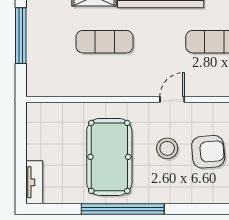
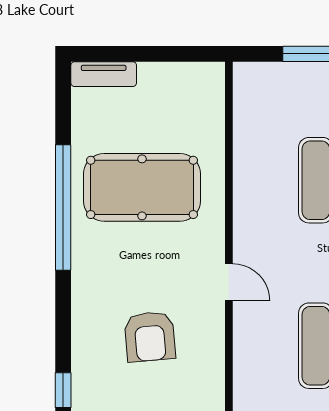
stool: (167, 148) -> (155, 275), removed

